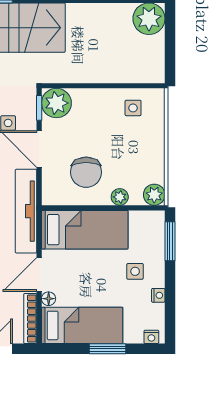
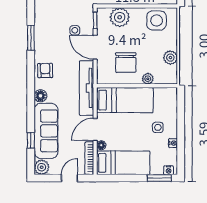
plant: (56, 103) -> (120, 17), moved
side table: (133, 108) -> (157, 20), width x1.87, depth x1.87
plant: (154, 195) -> (170, 58), moved
window: (170, 241) -> (181, 108), removed
window: (108, 349) -> (159, 178), moved

